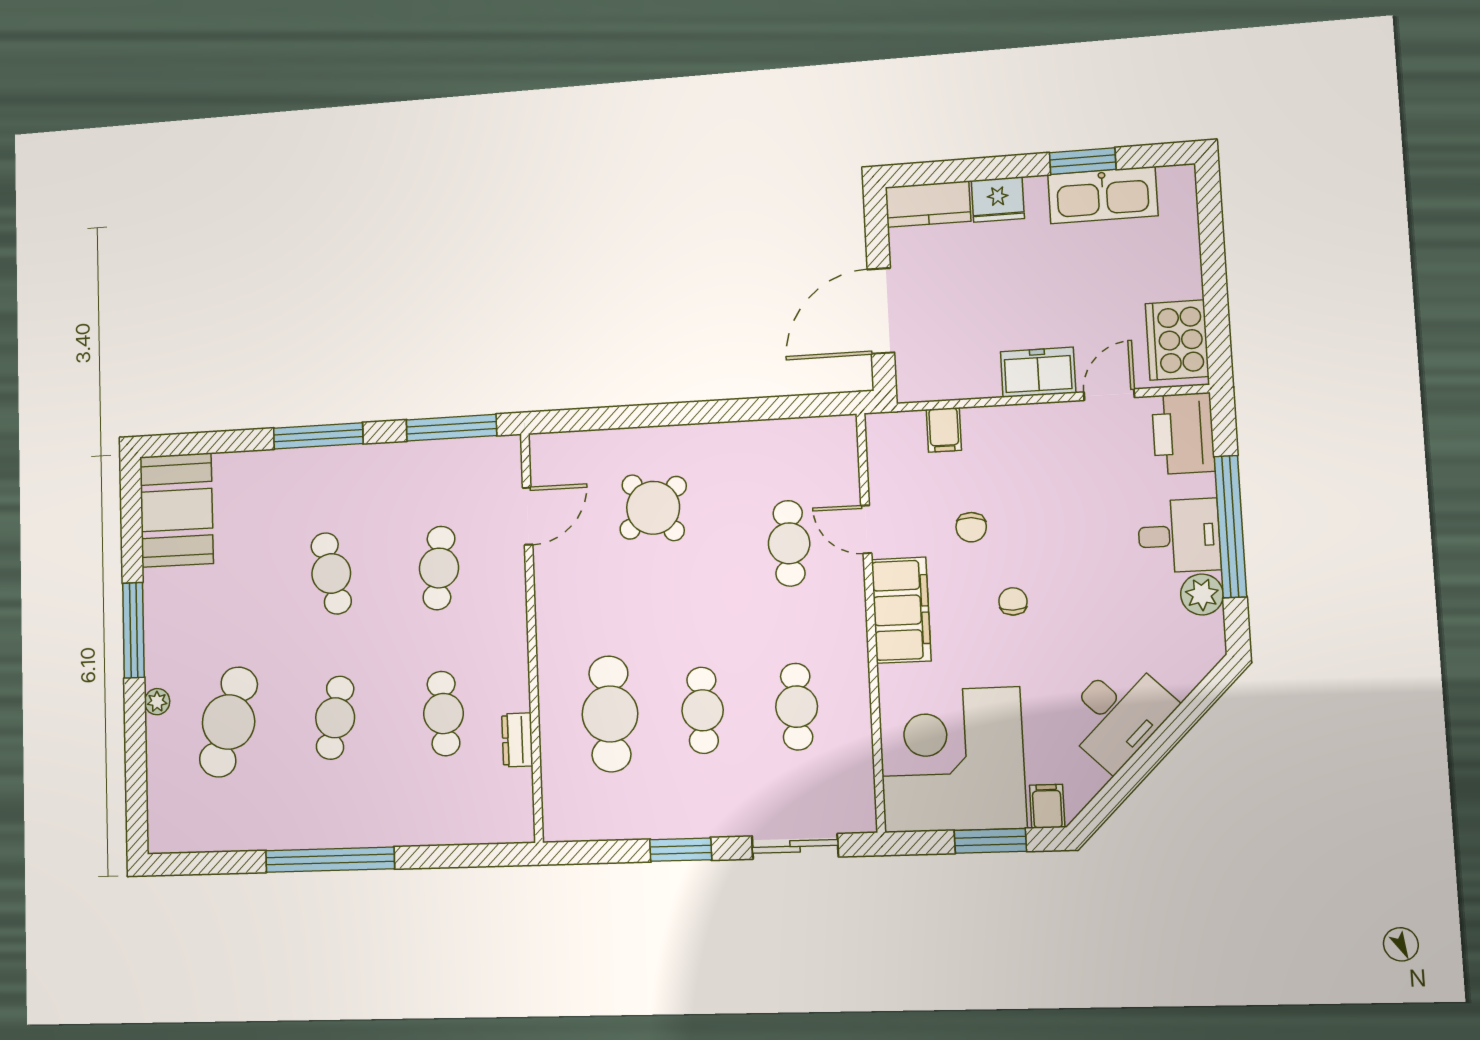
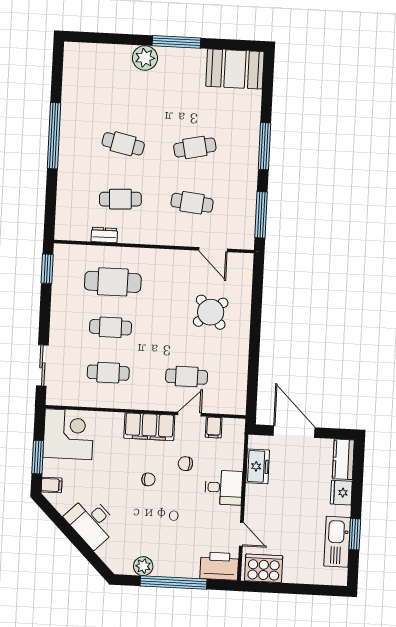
freezer: (1038, 372) -> (258, 466), moved
filing cabinet: (944, 430) -> (214, 427), moved, turned -90
desk: (1179, 536) -> (224, 488), moved, turned -90
plant: (157, 702) -> (145, 58), width x1.87, depth x1.87
cafe table: (228, 722) -> (126, 89), removed
corner desk: (952, 760) -> (69, 434), width x0.74, depth x0.74
window: (681, 850) -> (47, 269), moved

